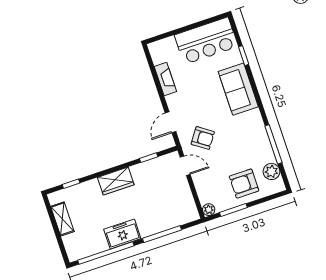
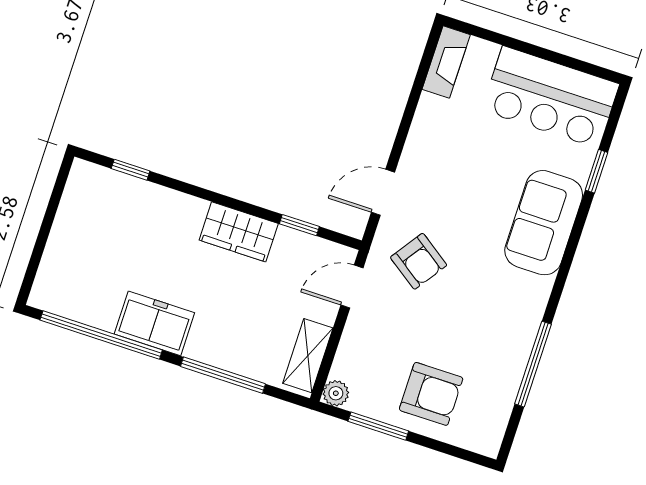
fireplace: (165, 79) -> (446, 62), moved
door: (185, 166) -> (352, 287), swing flipped
plant: (271, 171) -> (494, 409), removed
wardrobe: (116, 181) -> (239, 232), moved
armchair: (244, 184) -> (431, 394), turned 180
shelving: (62, 219) -> (308, 356), moved

